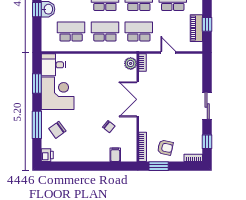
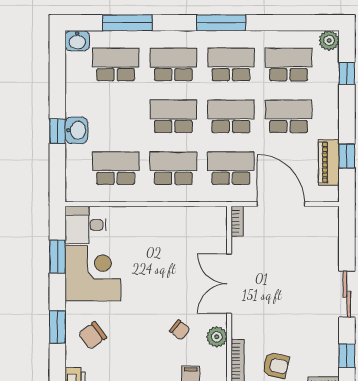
door: (168, 53) -> (281, 204), width x1.87
plant: (131, 63) -> (217, 337), moved
window: (37, 125) -> (57, 327), width x0.69

